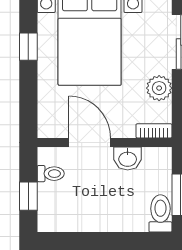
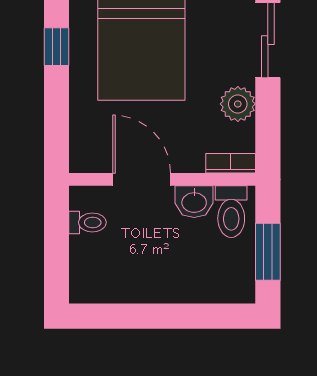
window: (28, 196) -> (57, 254), removed
toilet: (160, 213) -> (231, 212), moved, turned 180

